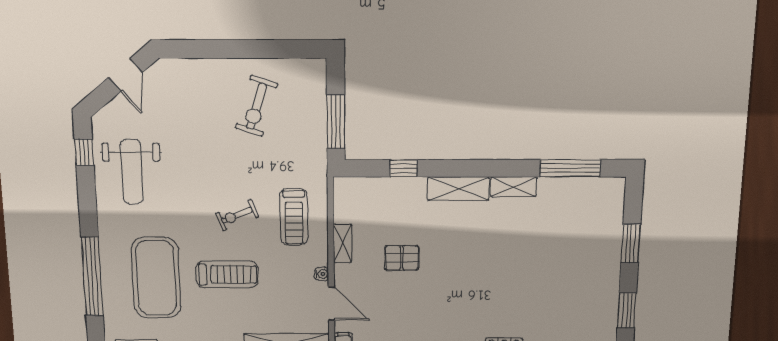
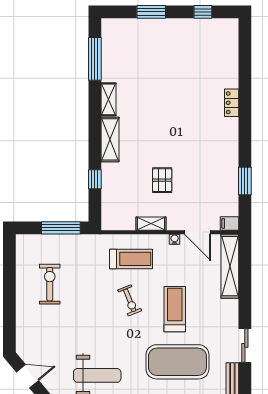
exercise bike: (257, 106) -> (50, 284), turned -108
door: (331, 304) -> (198, 232), swing flipped
window: (627, 310) -> (203, 12), width x0.67

